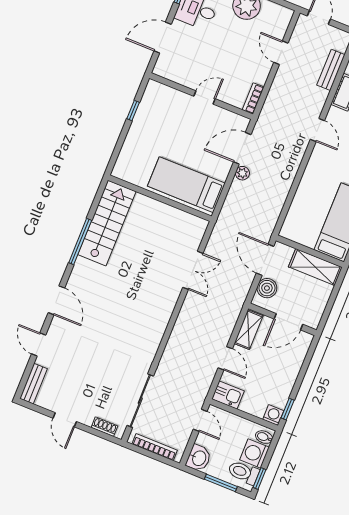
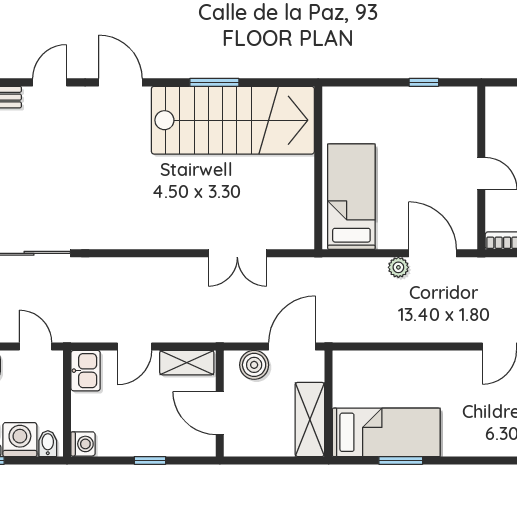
stairs: (107, 223) -> (233, 120), width x1.36, depth x1.51
window: (80, 242) -> (214, 82), width x0.69
door: (56, 300) -> (120, 82), swing flipped
window: (288, 409) -> (150, 460), moved
door: (200, 420) -> (36, 346), swing flipped

